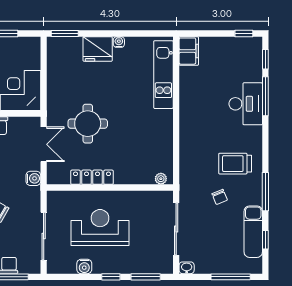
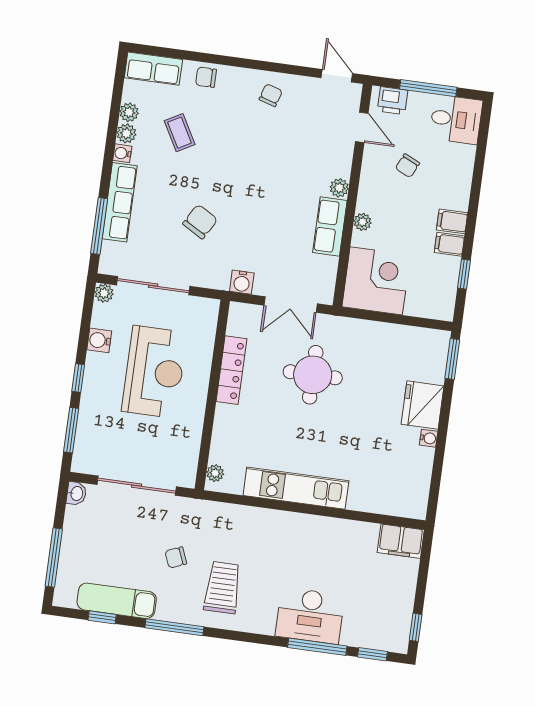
kitchen unit: (163, 75) -> (296, 488), moved
plant: (53, 268) -> (104, 293), added

